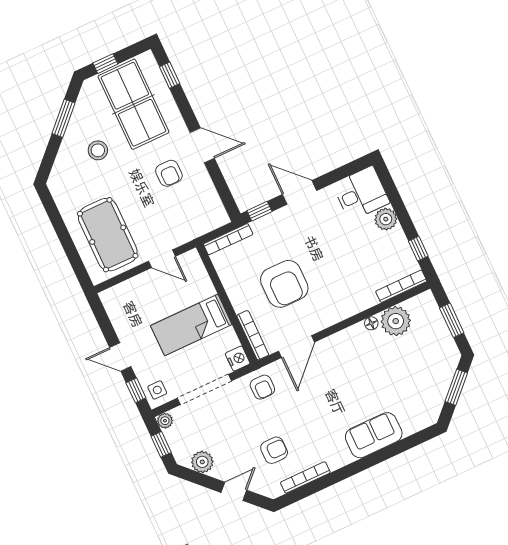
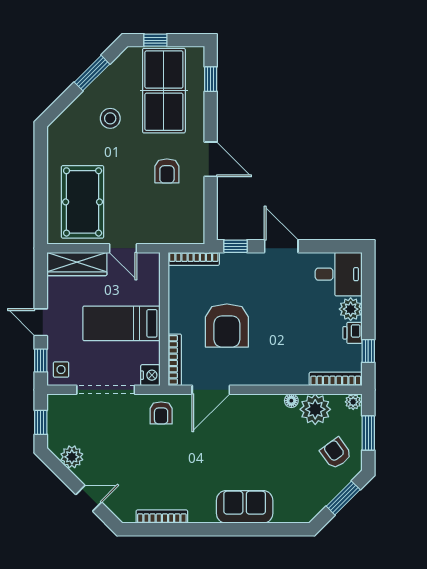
printer: (397, 239) -> (353, 333), added
wardrobe: (128, 291) -> (77, 264), added
plant: (165, 421) -> (353, 402), moved
armchair: (274, 450) -> (336, 453), moved, turned -126

